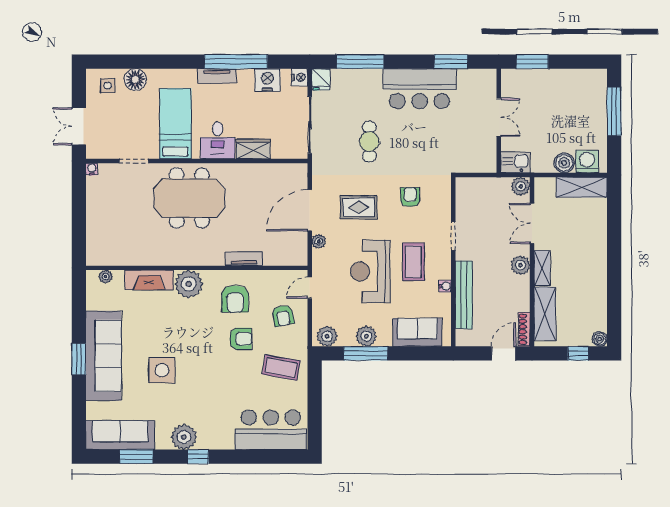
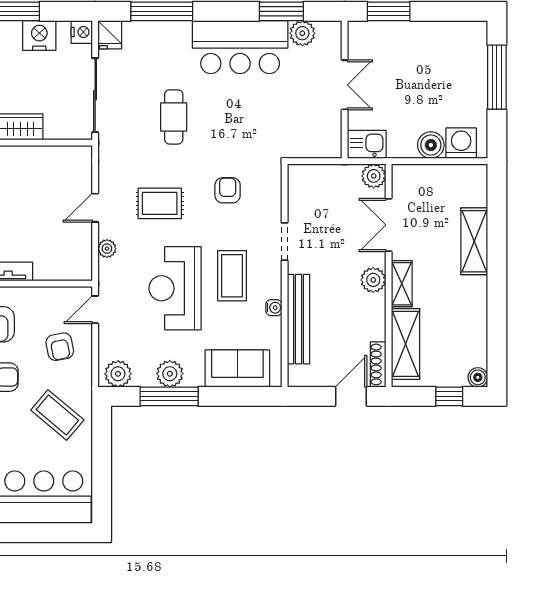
plant: (467, 78) -> (302, 33), added
shelving: (582, 187) -> (474, 241), moved, turned 90
door: (310, 210) -> (95, 208), width x0.53
coffee table: (281, 367) -> (57, 415), turned 30

